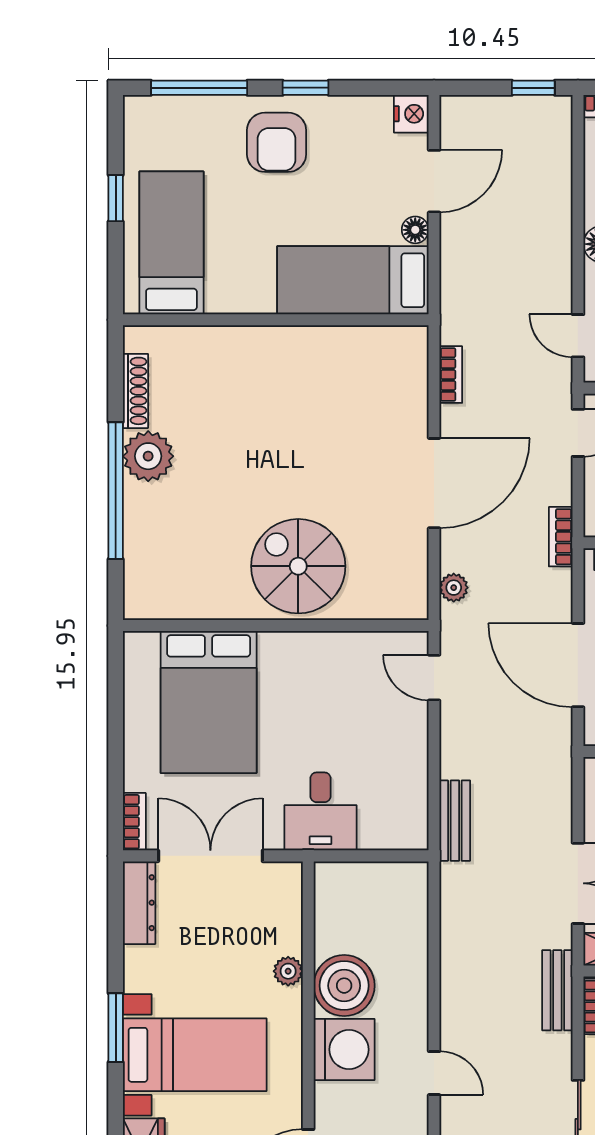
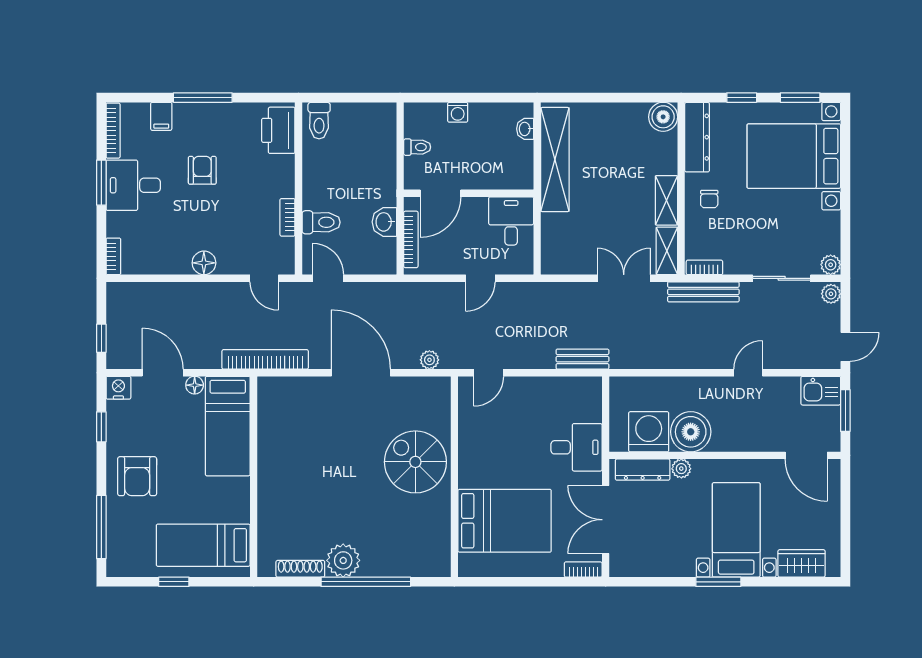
window: (306, 88) -> (101, 427), moved
window: (533, 88) -> (101, 338), moved
armchair: (277, 142) -> (137, 476), turned 90
door: (578, 336) -> (264, 278), hinge flipped
bookcase: (451, 375) -> (265, 359), width x2.31, depth x1.31
bookcase: (561, 537) -> (396, 290), removed
spiral stairs: (298, 566) -> (415, 462), turned 90
door: (578, 665) -> (480, 278), width x0.53
dresser: (139, 903) -> (643, 470), moved, turned 180
bench: (557, 990) -> (703, 292), width x1.36
washing machine: (344, 1050) -> (649, 432), moved

